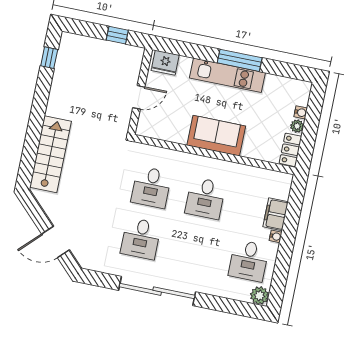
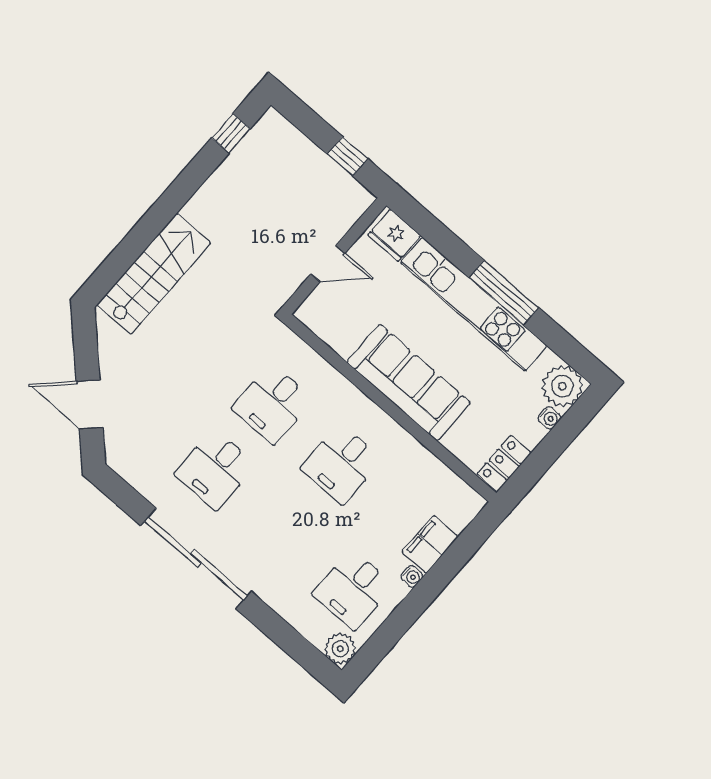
kitchen unit: (227, 75) -> (474, 304), width x1.36
plant: (297, 126) -> (562, 386), moved, width x1.87, depth x1.87
sofa: (216, 136) -> (409, 382), width x1.36

